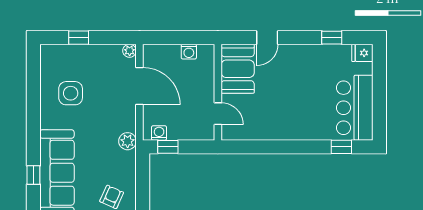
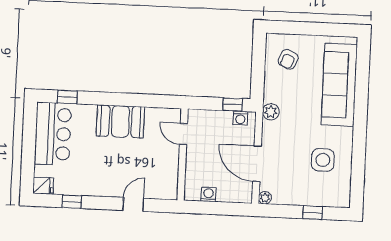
booth: (238, 69) -> (120, 121), moved, turned 90
window: (33, 175) -> (362, 84), removed

